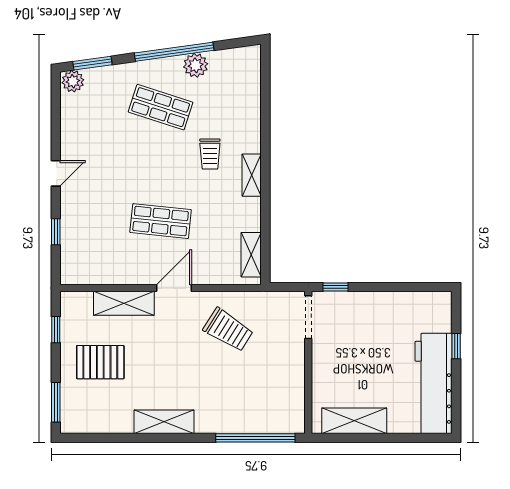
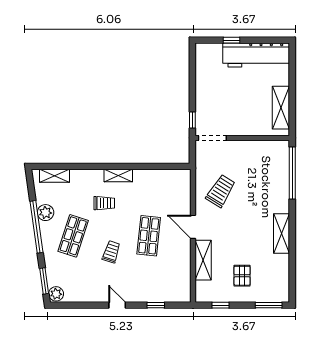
trolley: (136, 165) -> (111, 252), added
shelving: (251, 255) -> (54, 176), moved
pallet: (100, 362) -> (242, 276), width x0.67, depth x0.71

